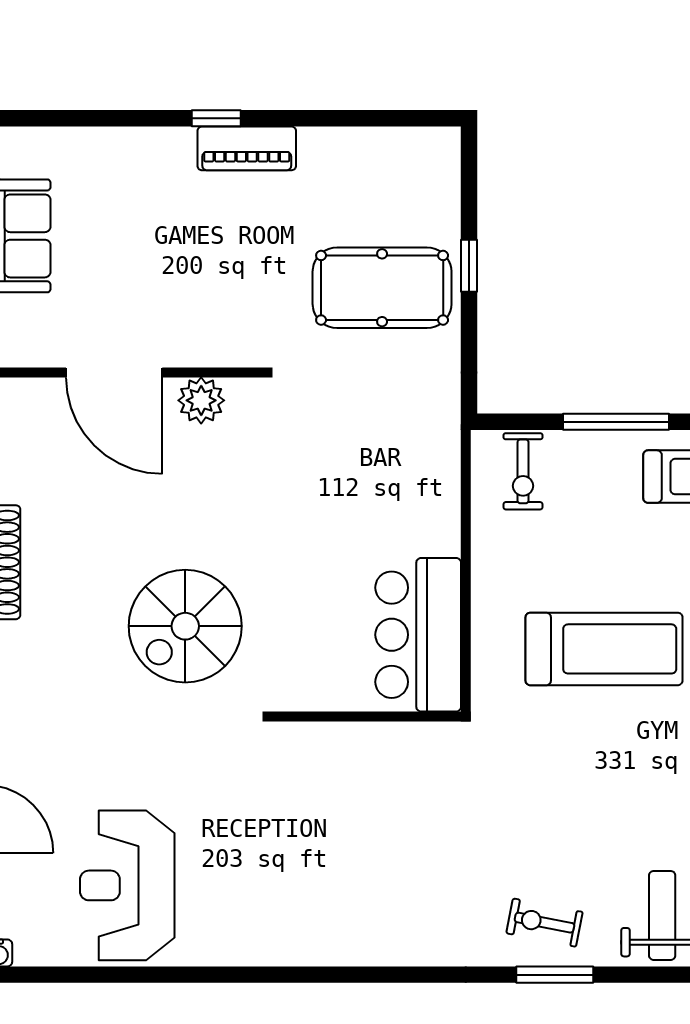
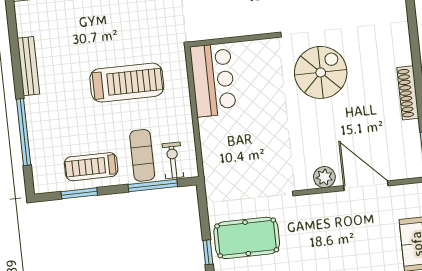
window: (616, 422) -> (153, 186), moved
exercise mat: (588, 489) -> (142, 155), added
treadmill: (604, 649) -> (127, 83), turned 180

